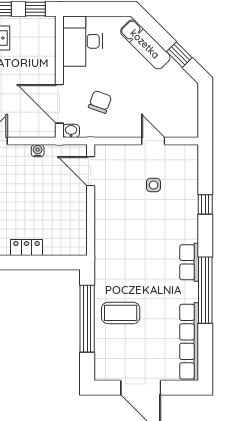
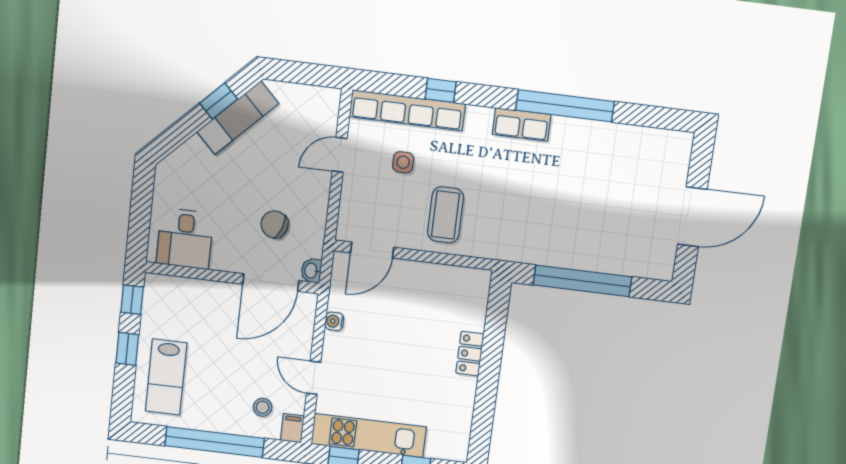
desk: (83, 41) -> (185, 239), width x0.73
exam couch: (145, 44) -> (238, 118), moved
coffee table: (121, 313) -> (446, 215), moved
row of seats: (189, 342) -> (407, 110), moved

